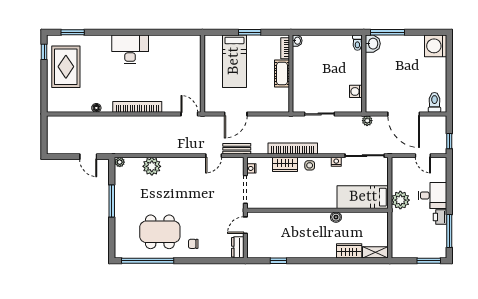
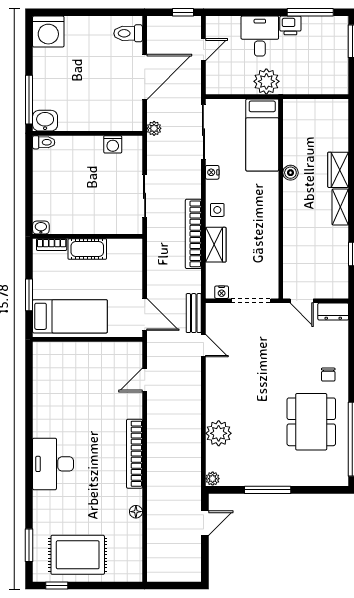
wall: (202, 74) -> (88, 339), moved
wardrobe: (349, 251) -> (338, 170), moved
shelving: (375, 252) -> (340, 207), moved

